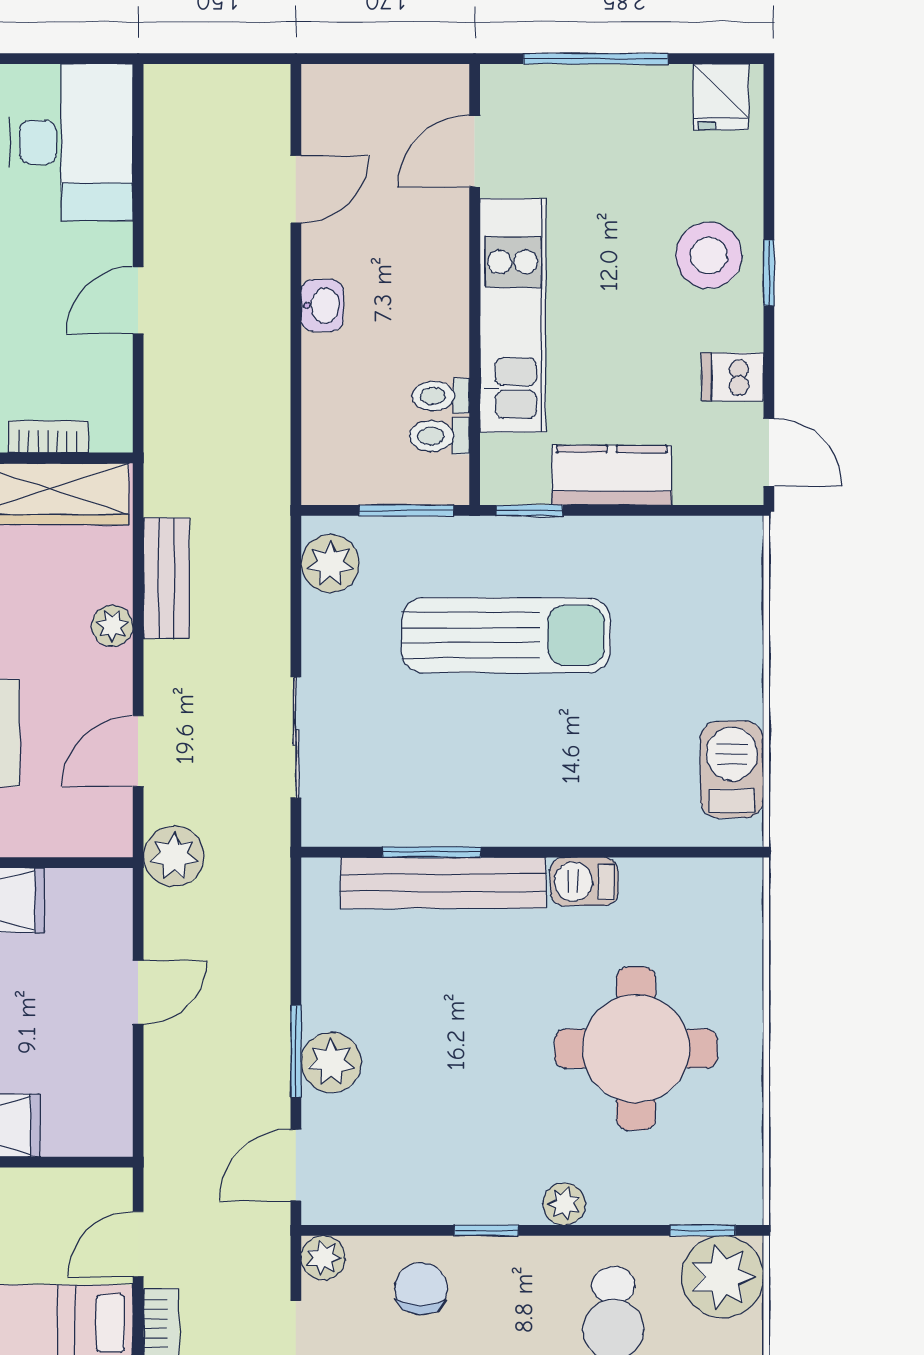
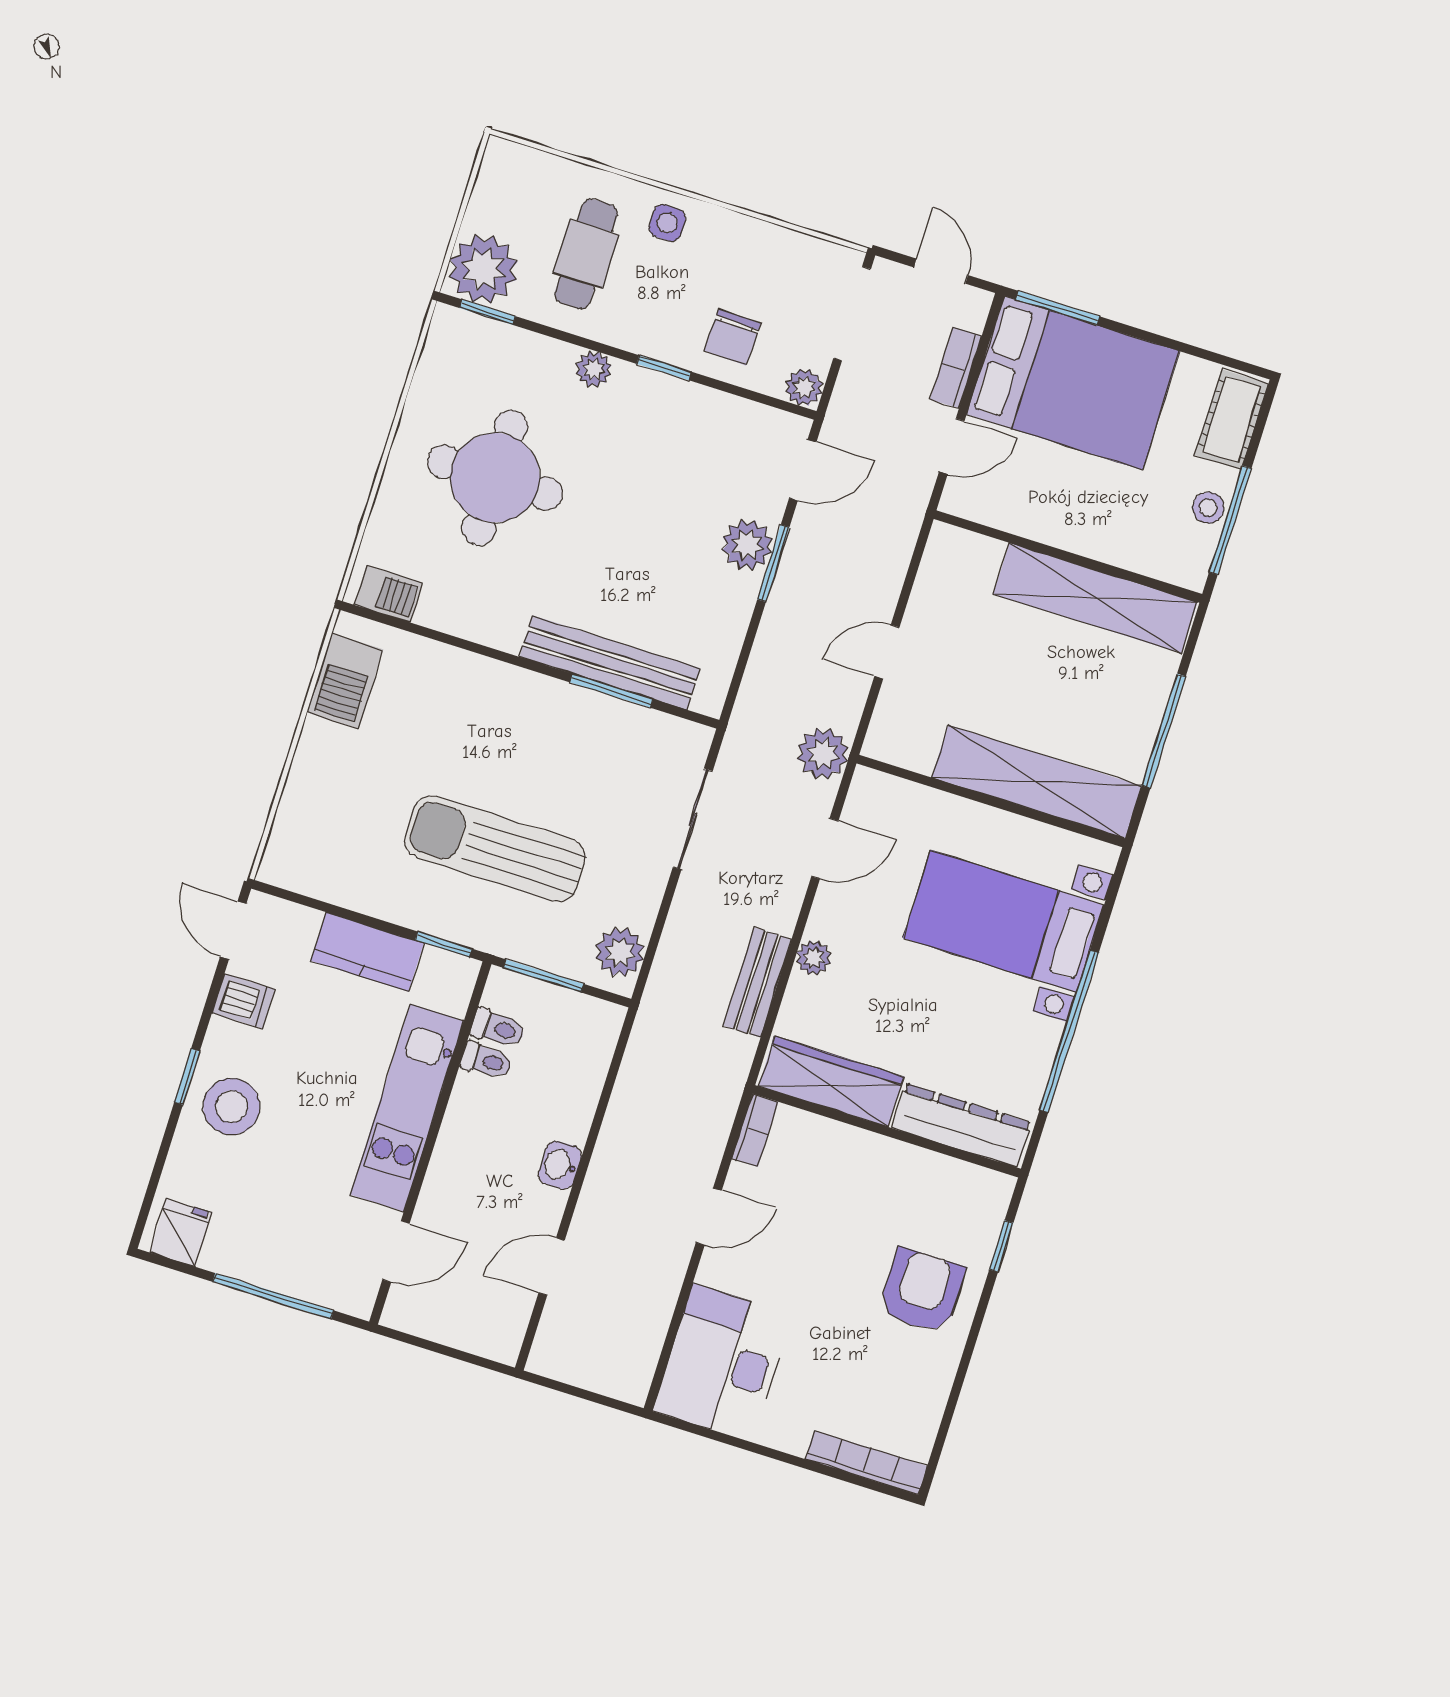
bookcase: (48, 437) -> (755, 1130), moved, turned -90
barbecue: (584, 882) -> (388, 594), moved

